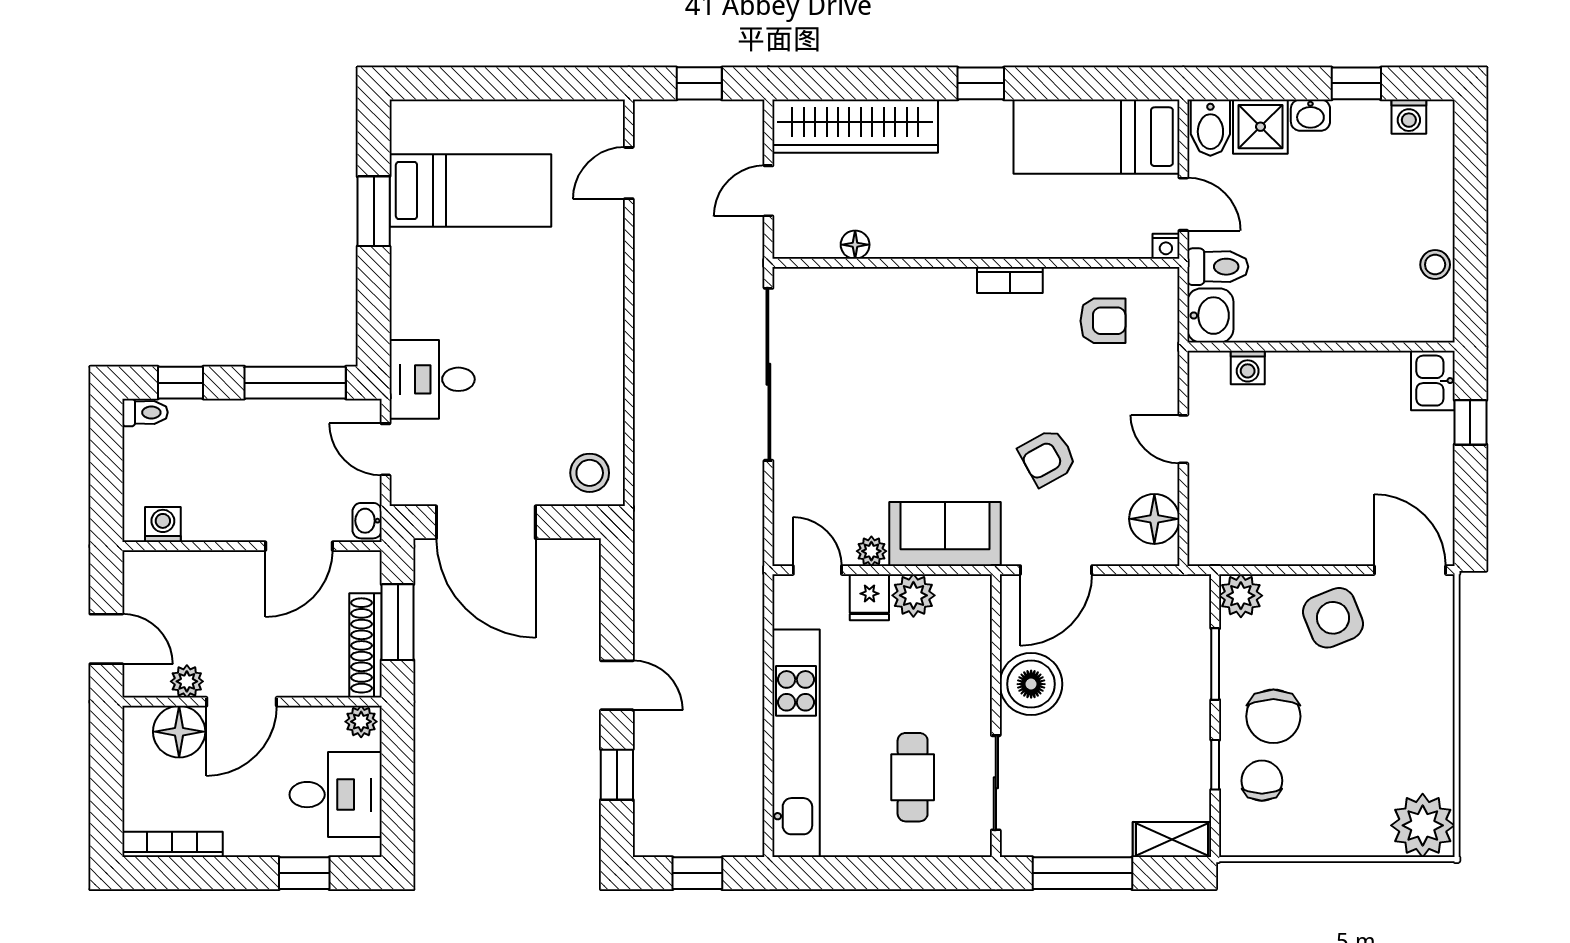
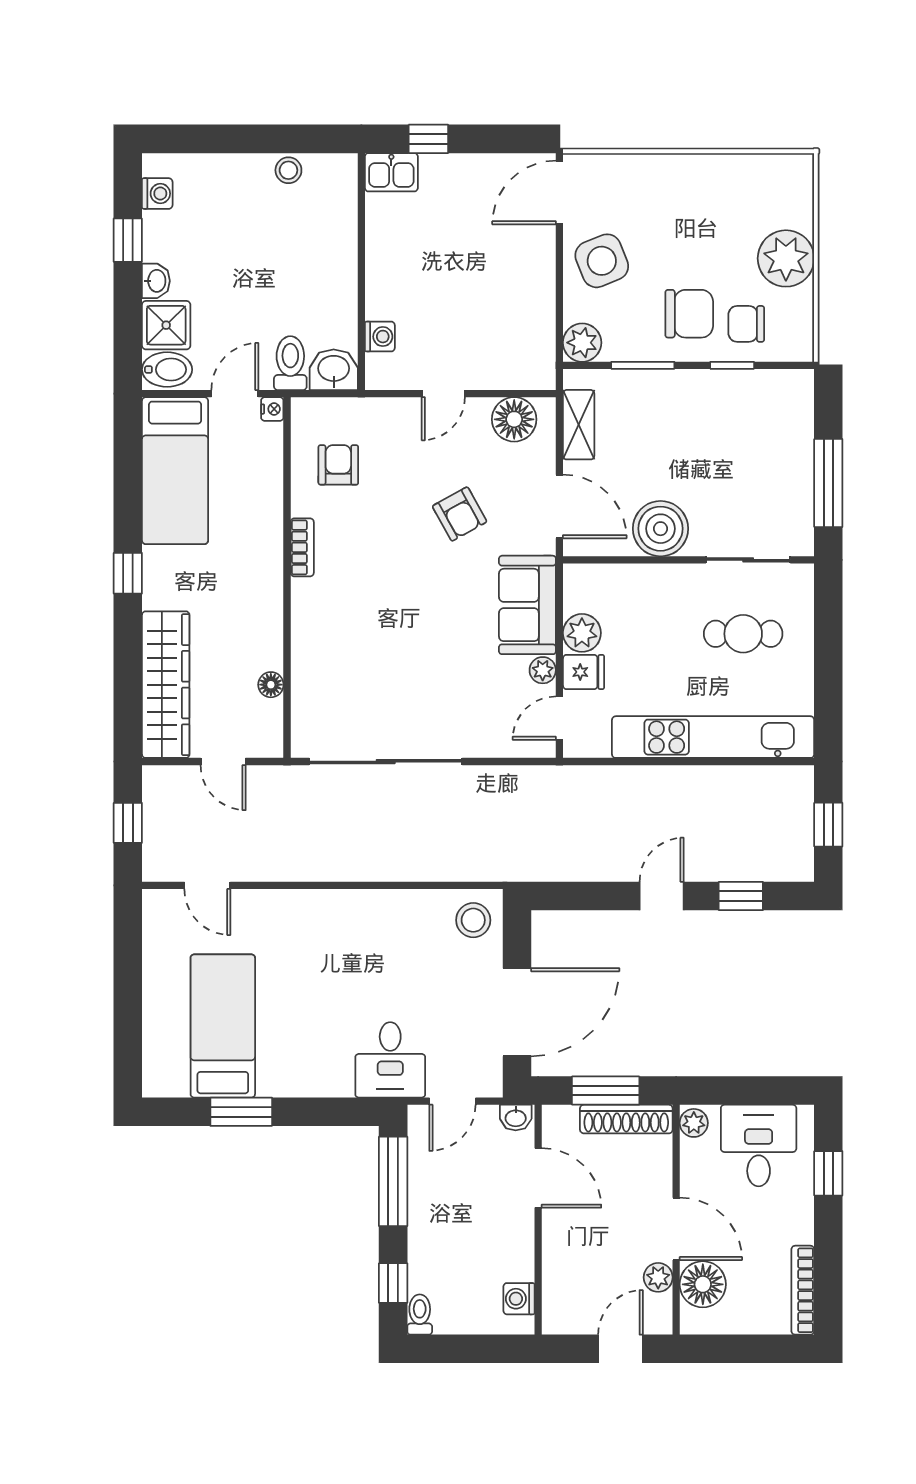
plant: (1423, 825) -> (786, 258), moved
shelving: (1172, 840) -> (579, 425), moved

